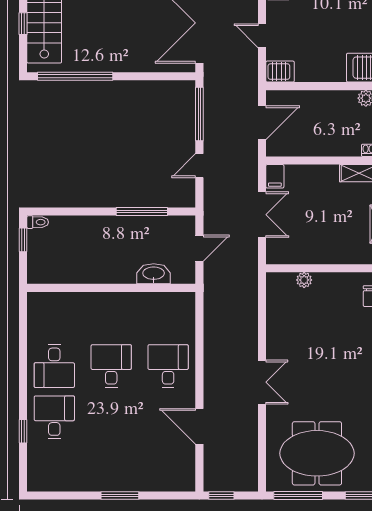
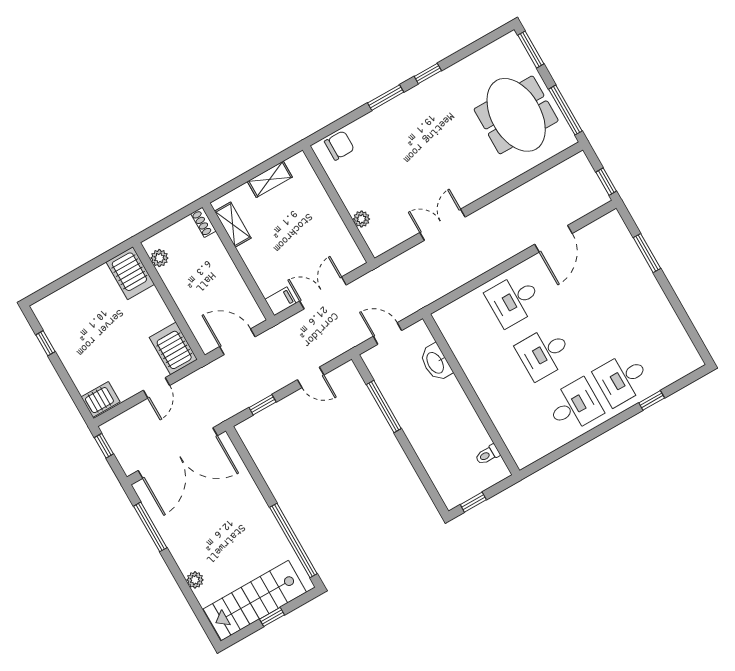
server rack: (280, 72) -> (173, 348), width x1.36, depth x1.44
window: (199, 114) -> (263, 405), width x0.46
toilet: (38, 222) -> (488, 455), moved, turned -90
double door: (262, 382) -> (442, 225), moved
window: (120, 496) -> (647, 253), moved

